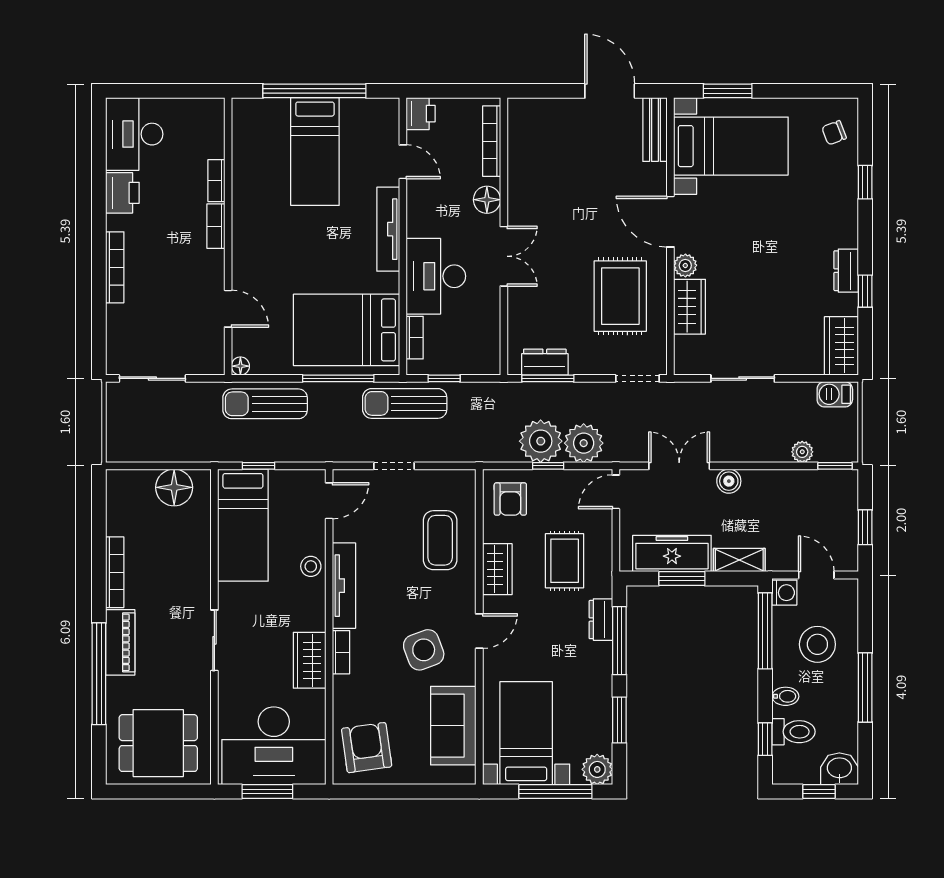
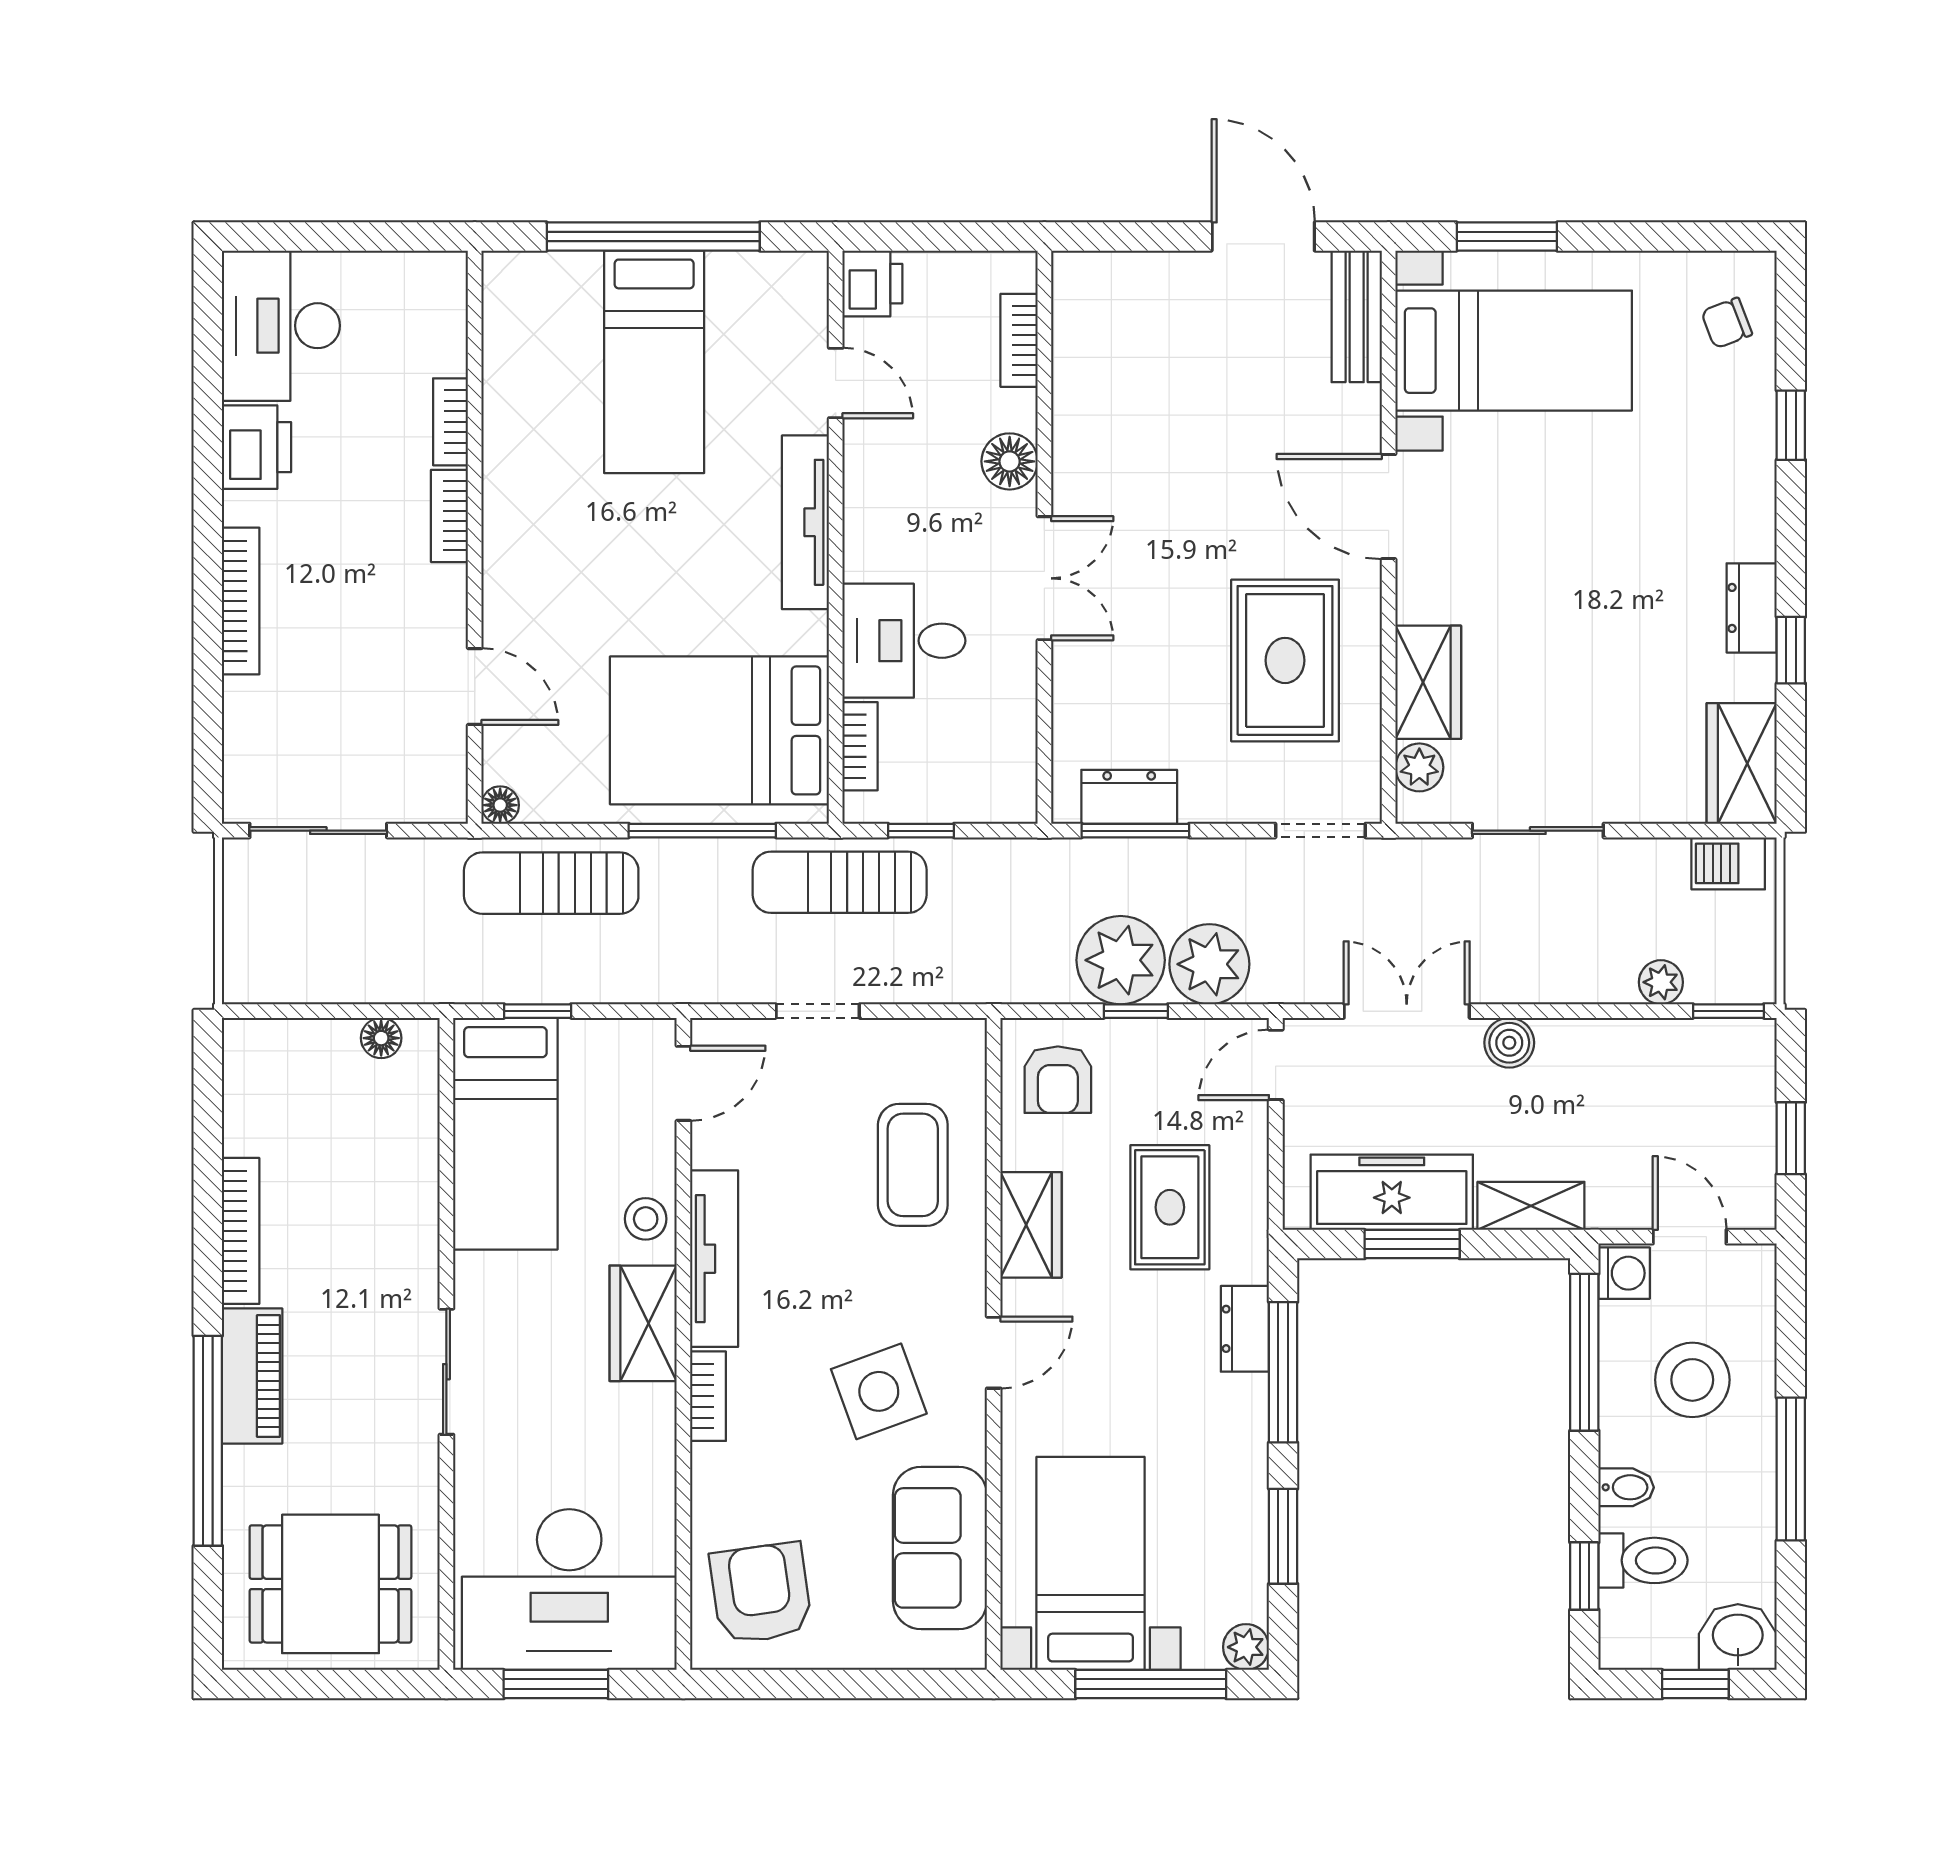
bookcase: (492, 141) -> (1019, 340), width x0.64
plant: (685, 265) -> (1419, 767), moved
desk: (436, 276) -> (904, 641), width x0.73
floor lamp: (174, 487) -> (381, 1038), width x0.53, depth x0.53
wardrobe: (310, 660) -> (643, 1323), moved
plant: (597, 769) -> (1246, 1647), width x0.73, depth x0.73

